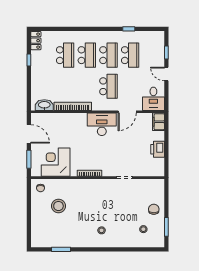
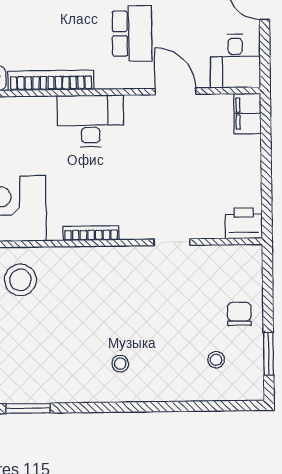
door: (127, 112) -> (176, 91), swing flipped
desk: (102, 124) -> (90, 121), moved
printer: (158, 149) -> (244, 223), moved, turned 90
stool: (58, 206) -> (20, 280), moved

